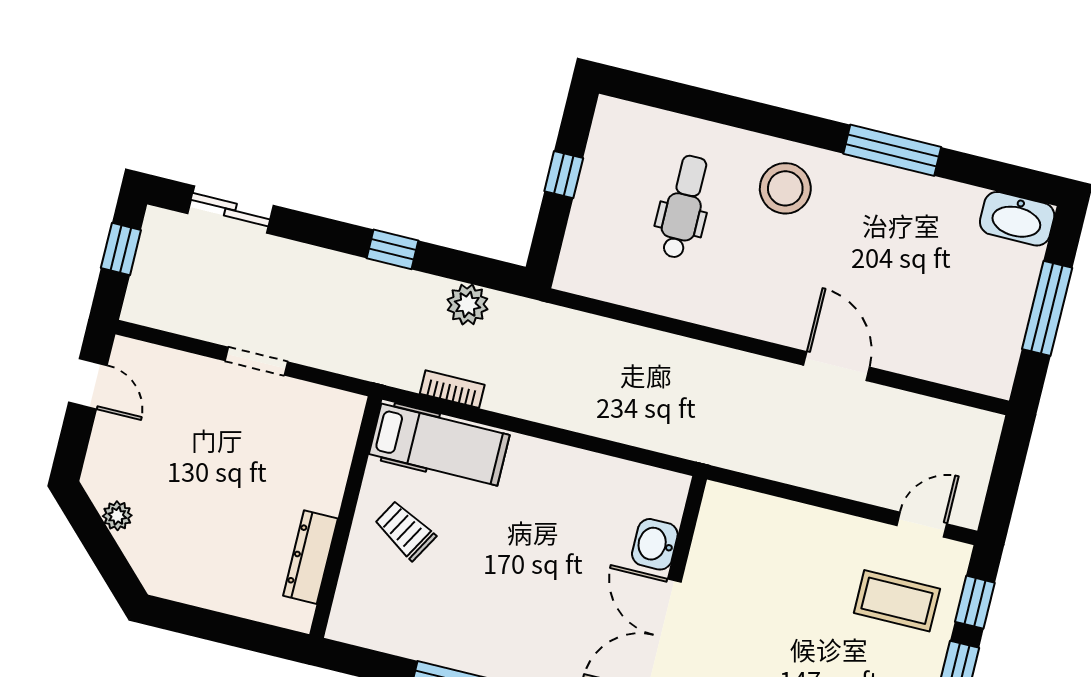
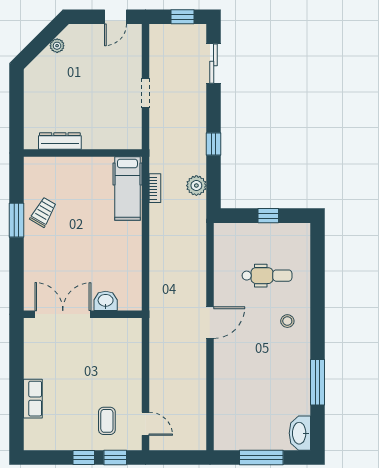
window: (892, 150) -> (317, 382), moved
stool: (785, 188) -> (287, 321), width x0.53, depth x0.53
door: (837, 366) -> (210, 323), moved
trolley: (405, 530) -> (43, 212), moved
coffee table: (897, 601) -> (107, 421), width x0.73, depth x0.77

